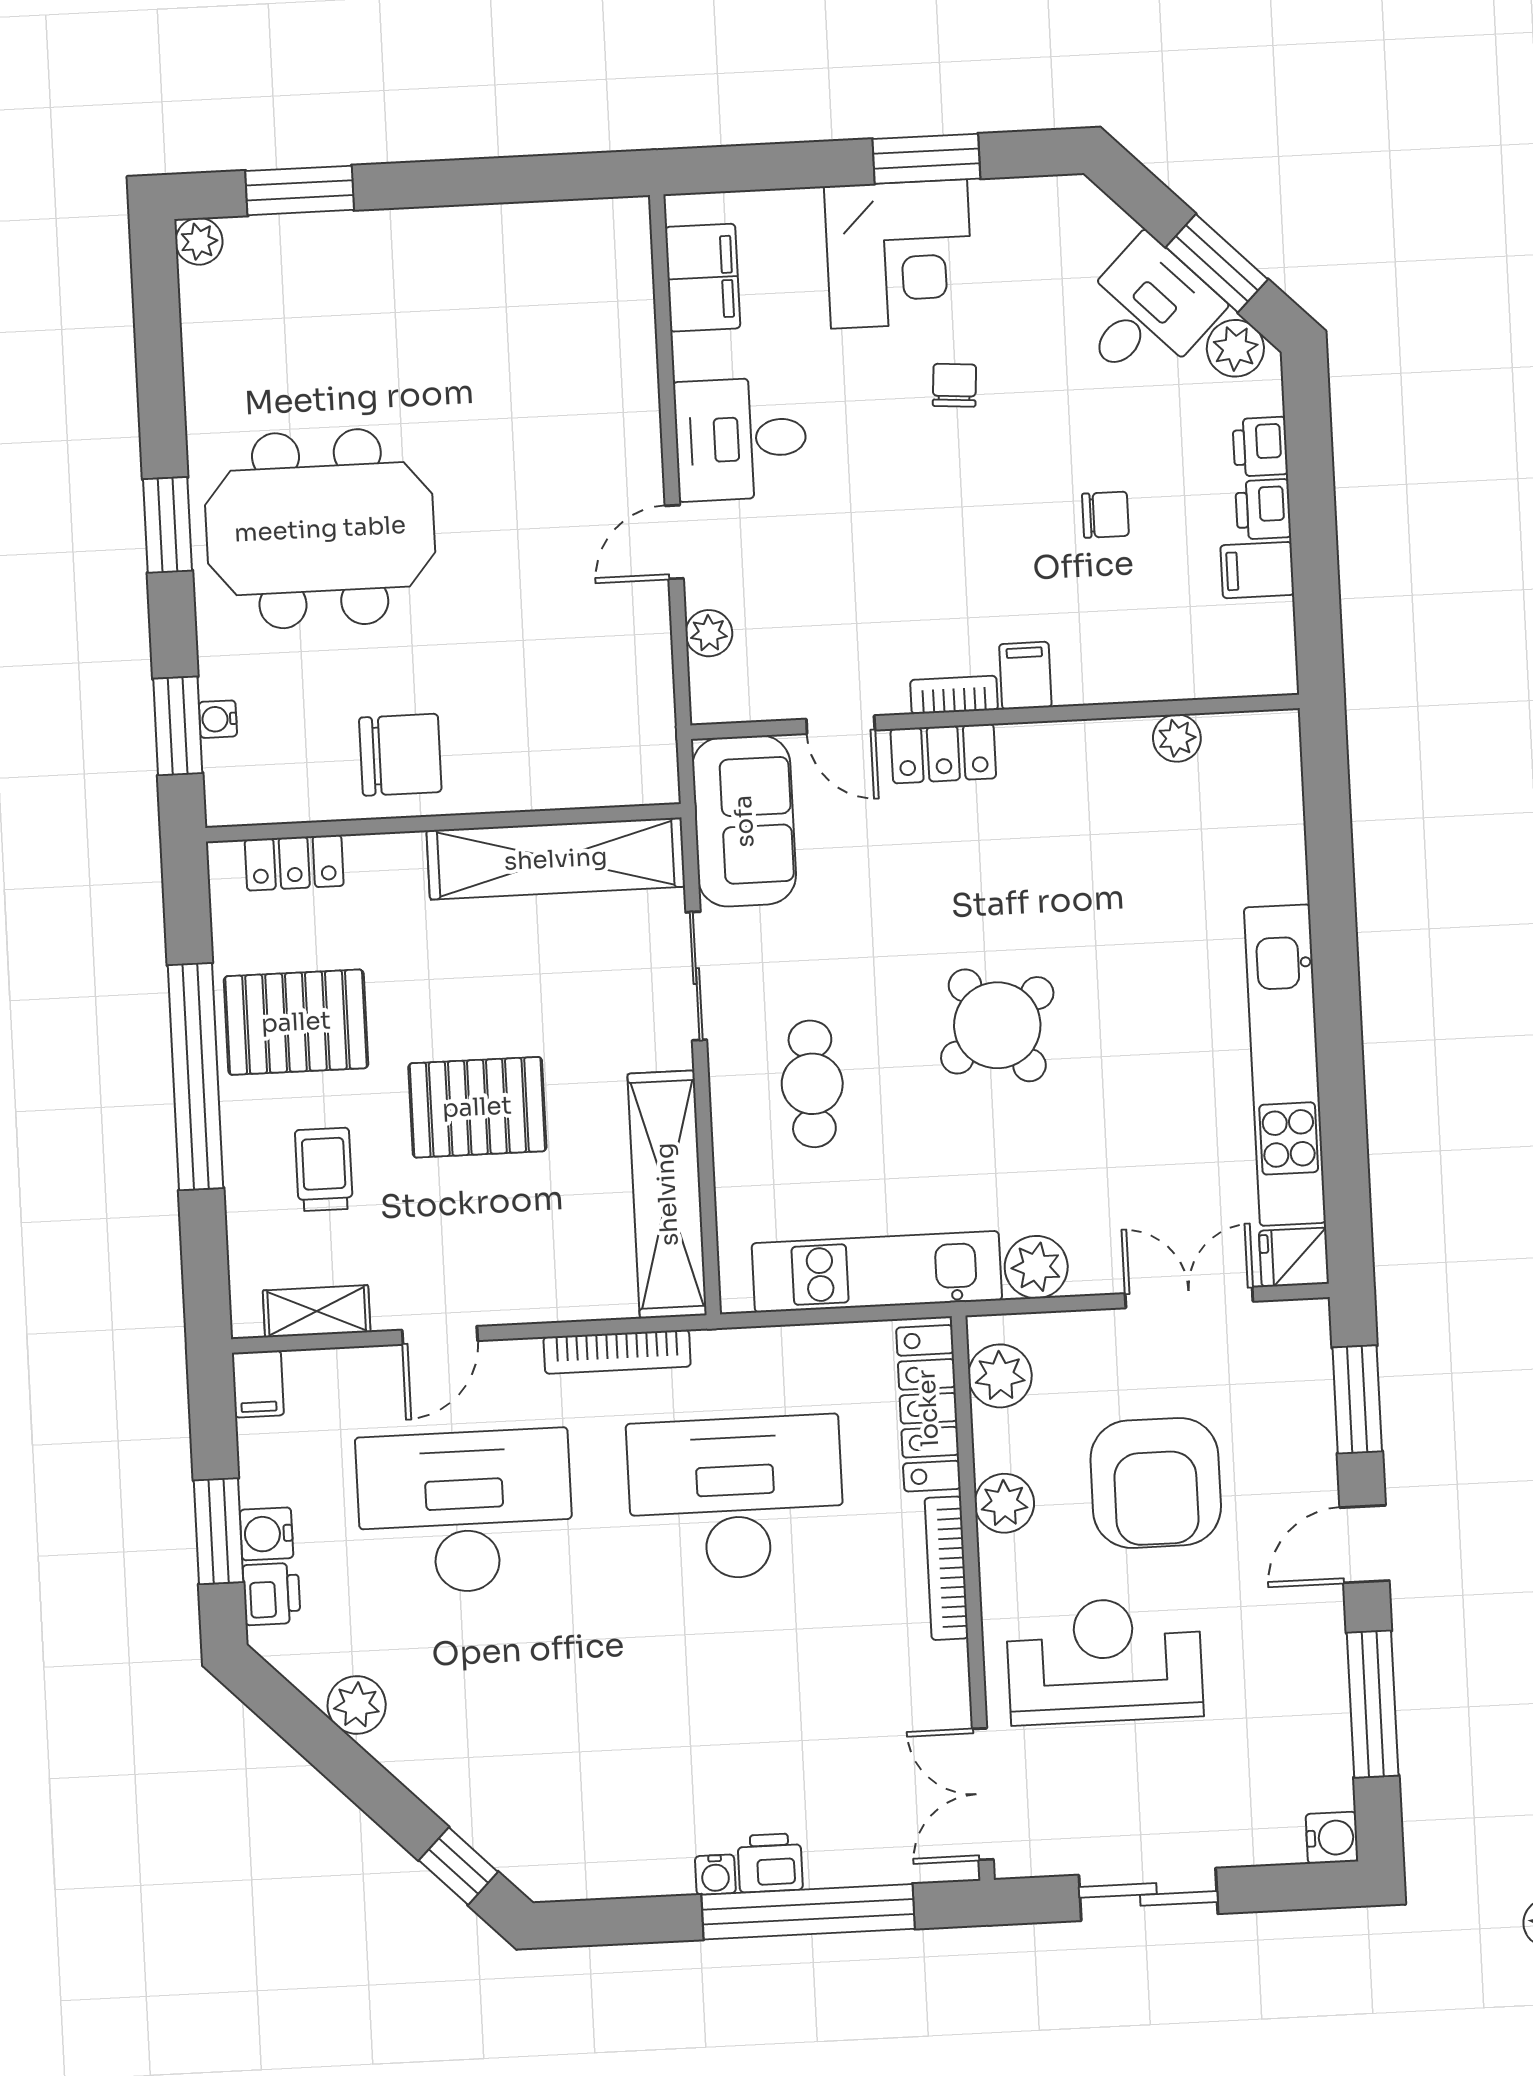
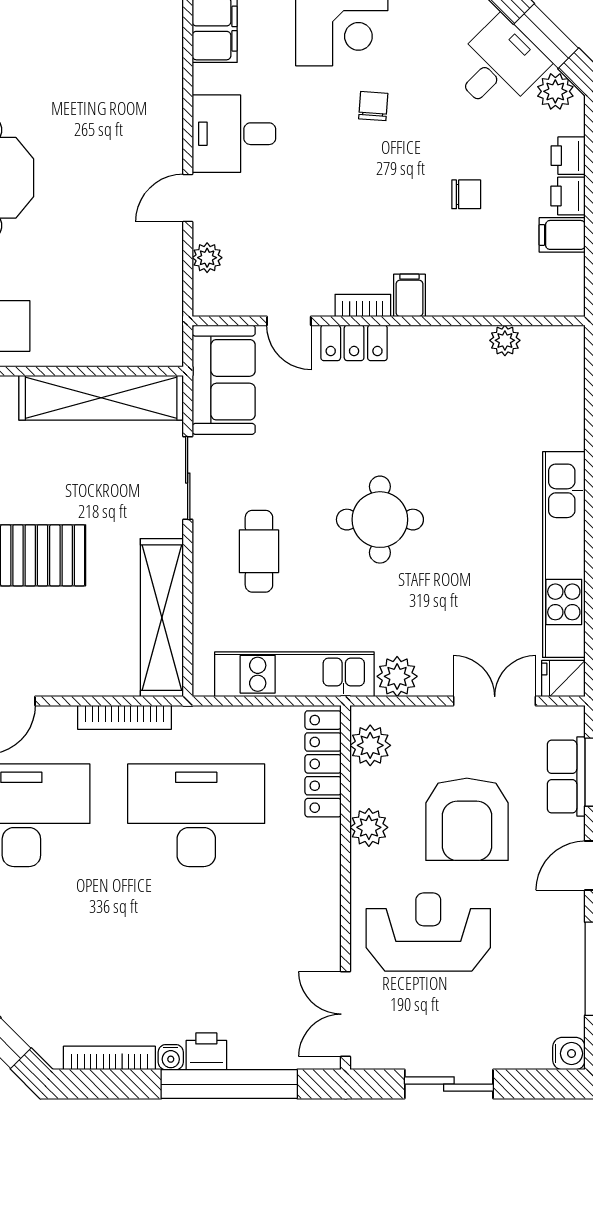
round table: (997, 1025) -> (380, 520), turned 36
row of seats: (1306, 1409) -> (566, 777), added
bookcase: (946, 1568) -> (109, 1058), moved, turned 90

